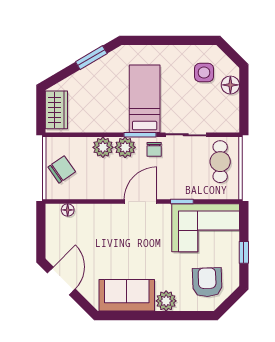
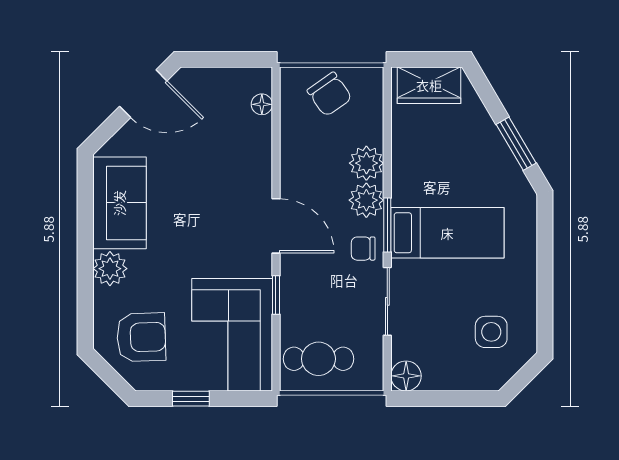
floor lamp: (230, 85) -> (406, 376), moved
cafe table: (220, 162) -> (318, 359), moved

